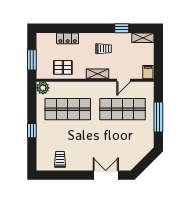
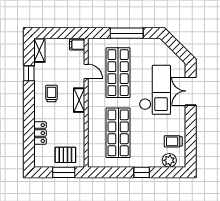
pallet: (63, 67) -> (65, 155), moved, turned 90
plant: (43, 88) -> (169, 160), moved
checkout: (107, 143) -> (155, 90), added

